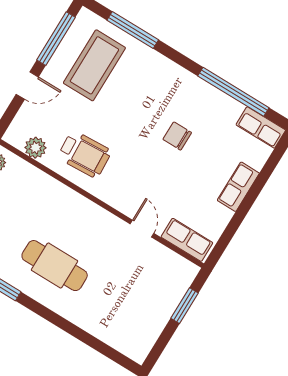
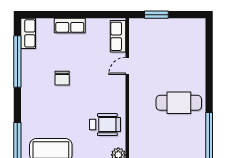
wheelchair: (85, 154) -> (105, 125), turned 93
cafe table: (55, 266) -> (179, 103), turned 90

